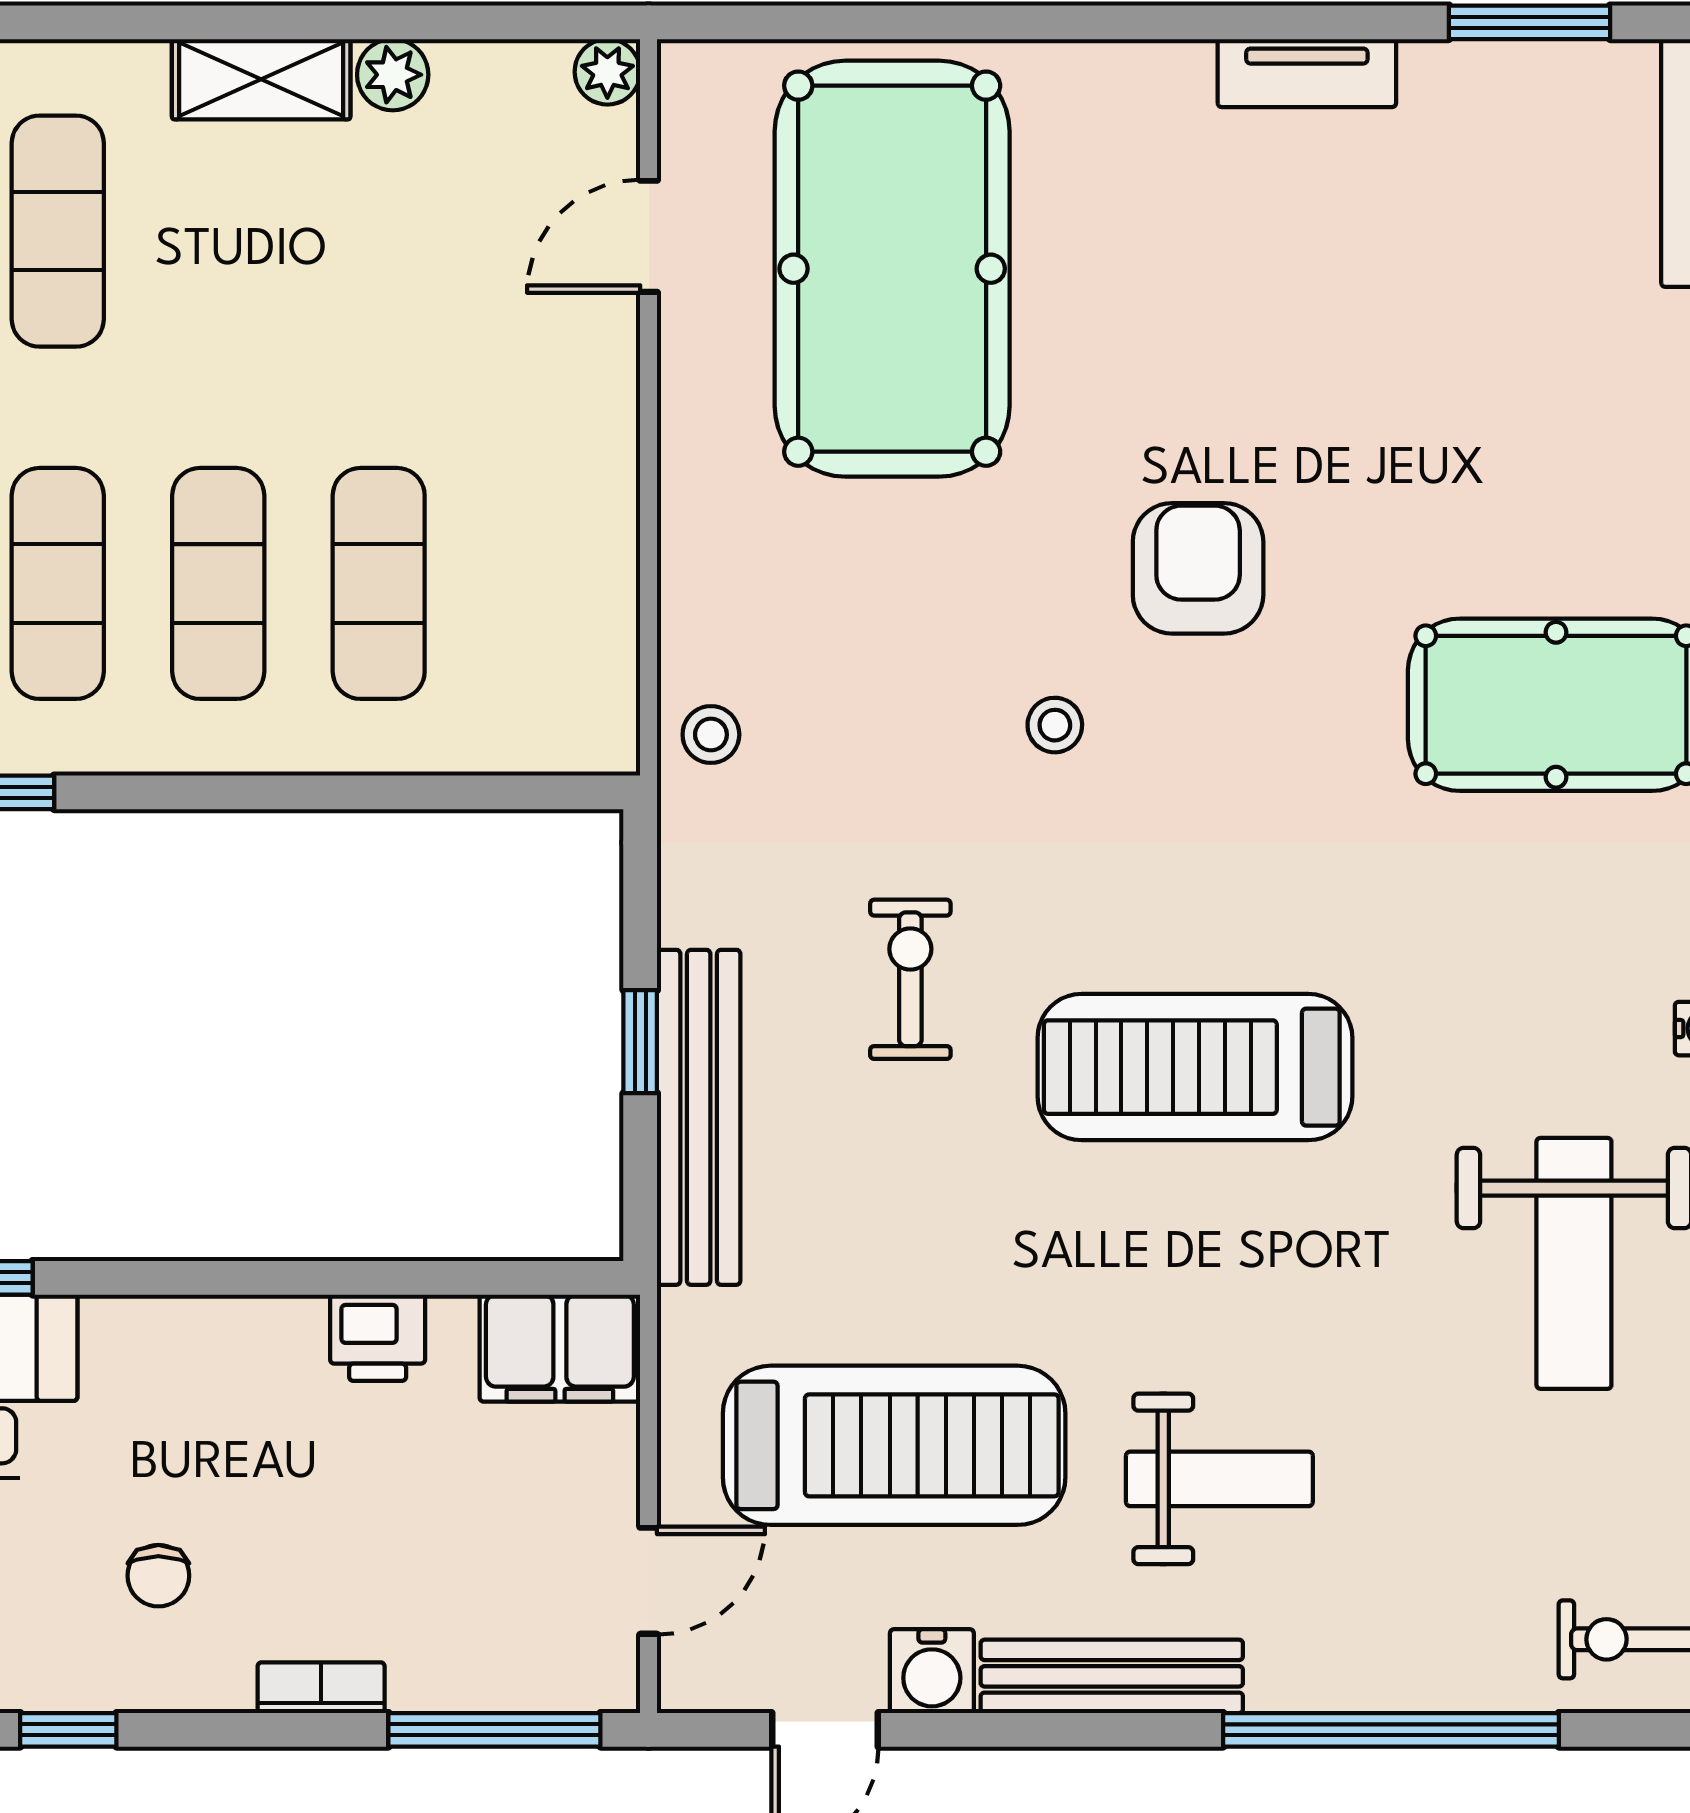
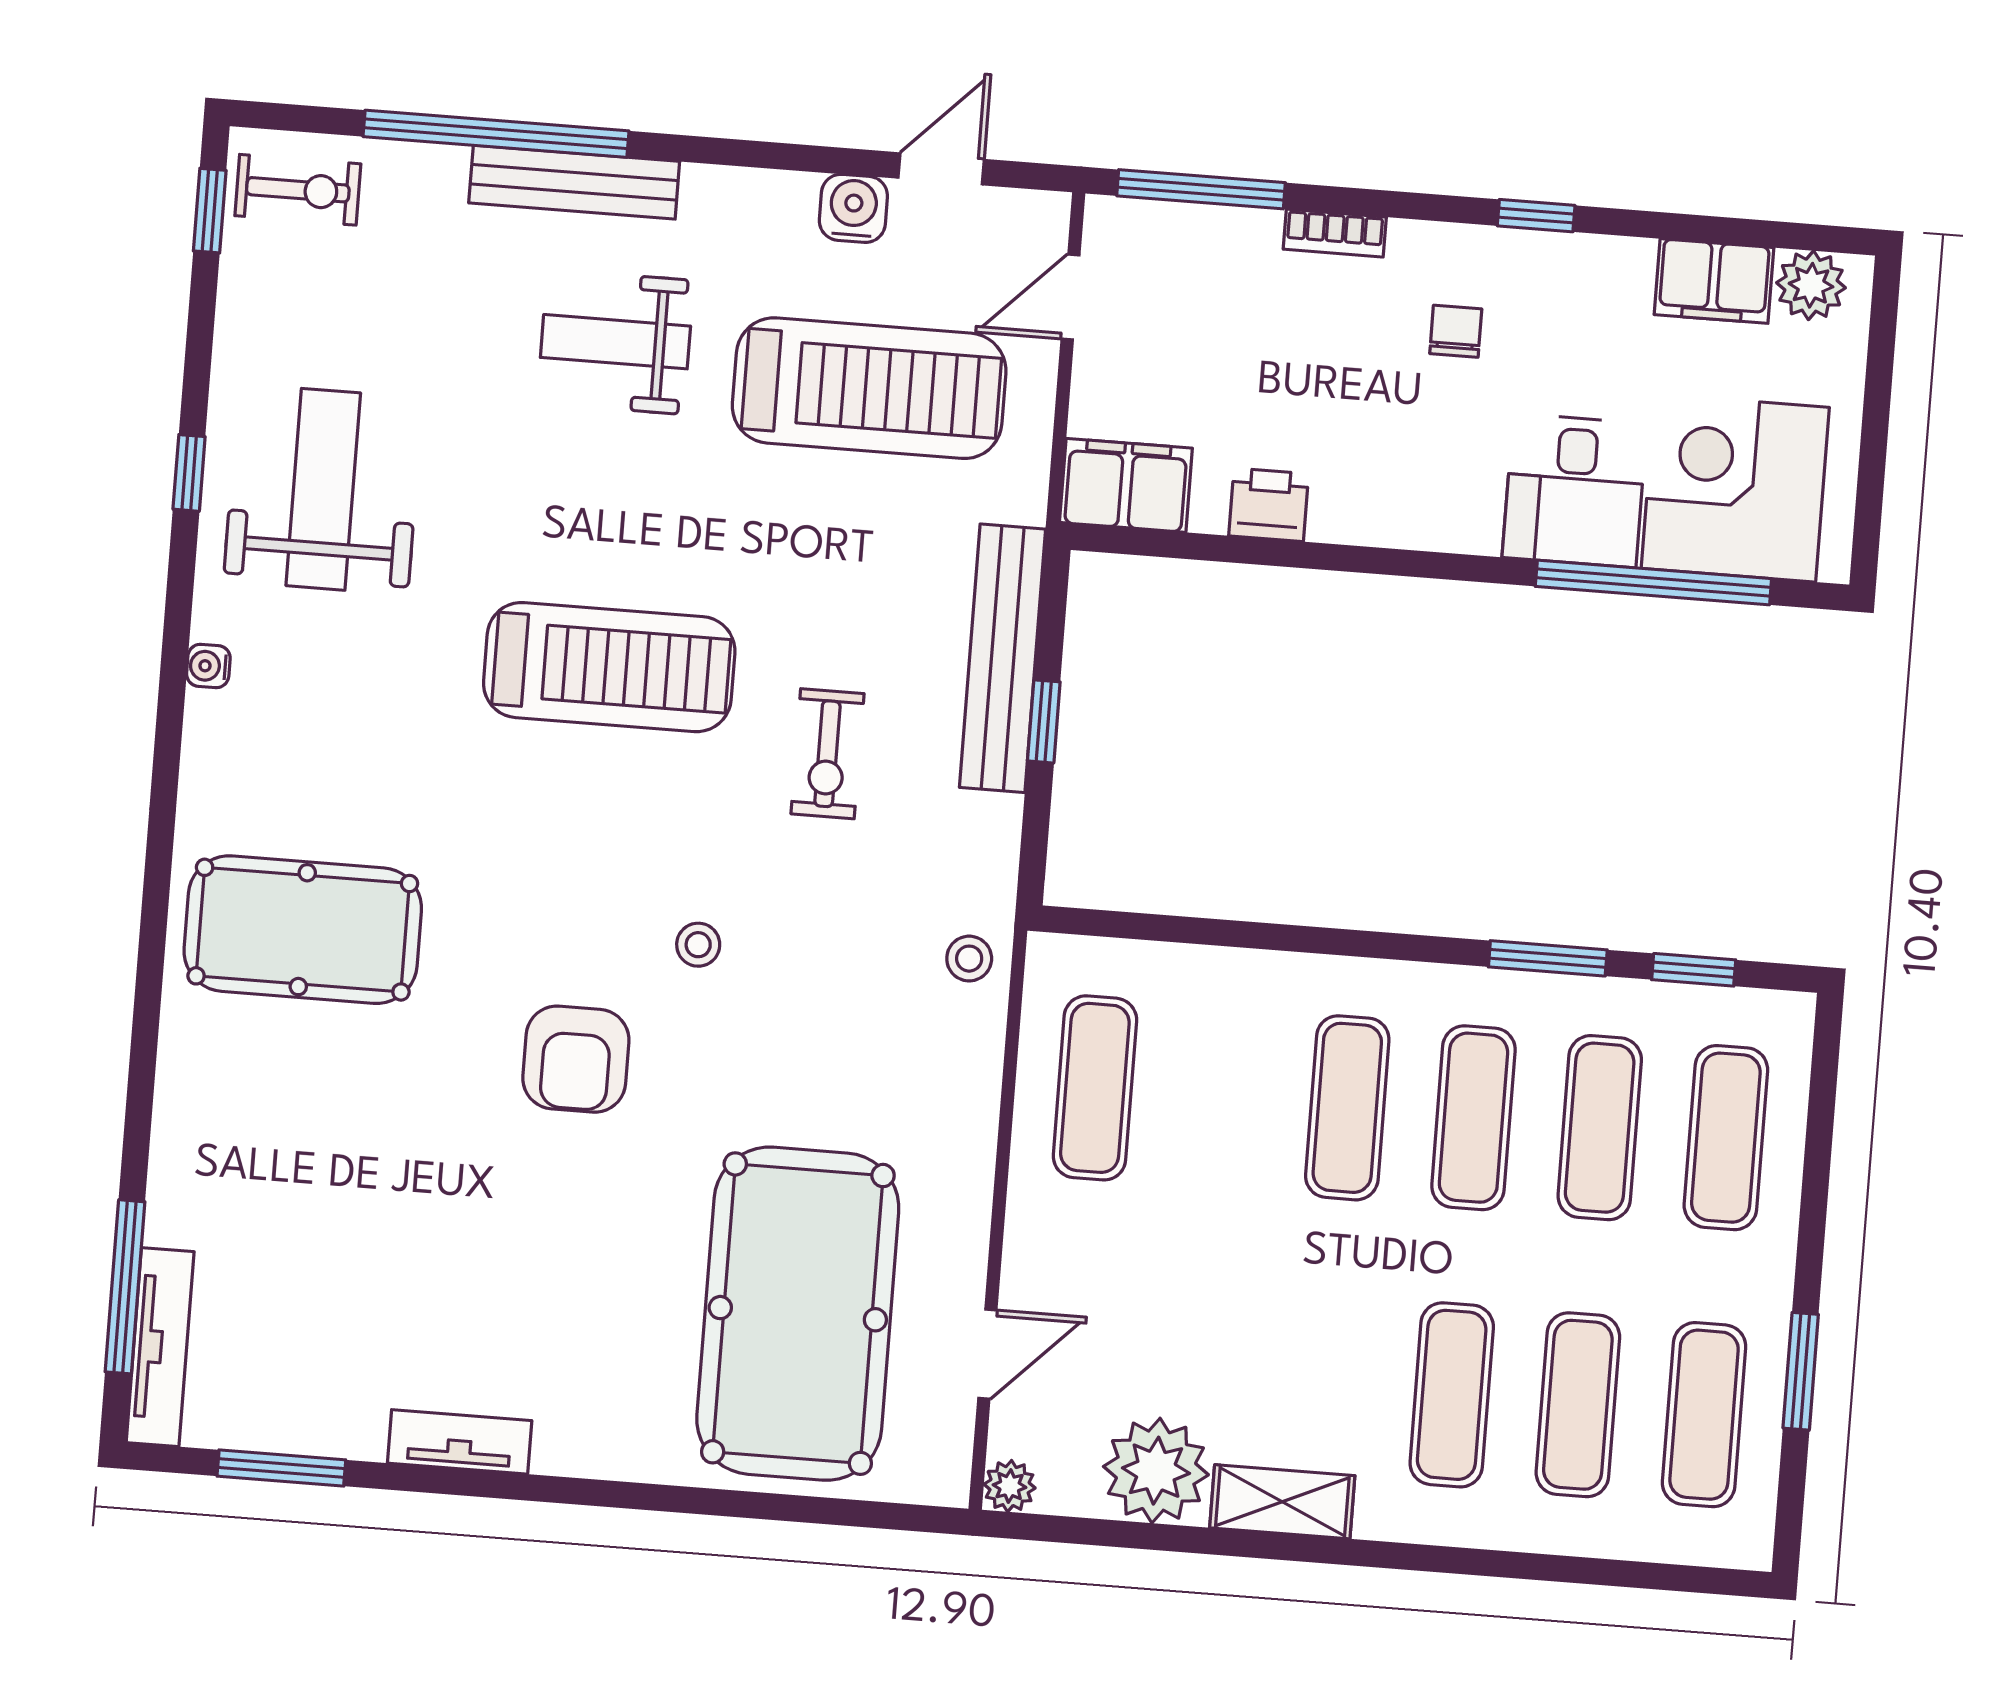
plant: (393, 75) -> (1156, 1471), width x1.88, depth x1.88
exercise mat: (379, 583) -> (1095, 1088), moved
treadmill: (894, 1445) -> (869, 388), turned 180
bench: (1112, 1676) -> (574, 182), moved

